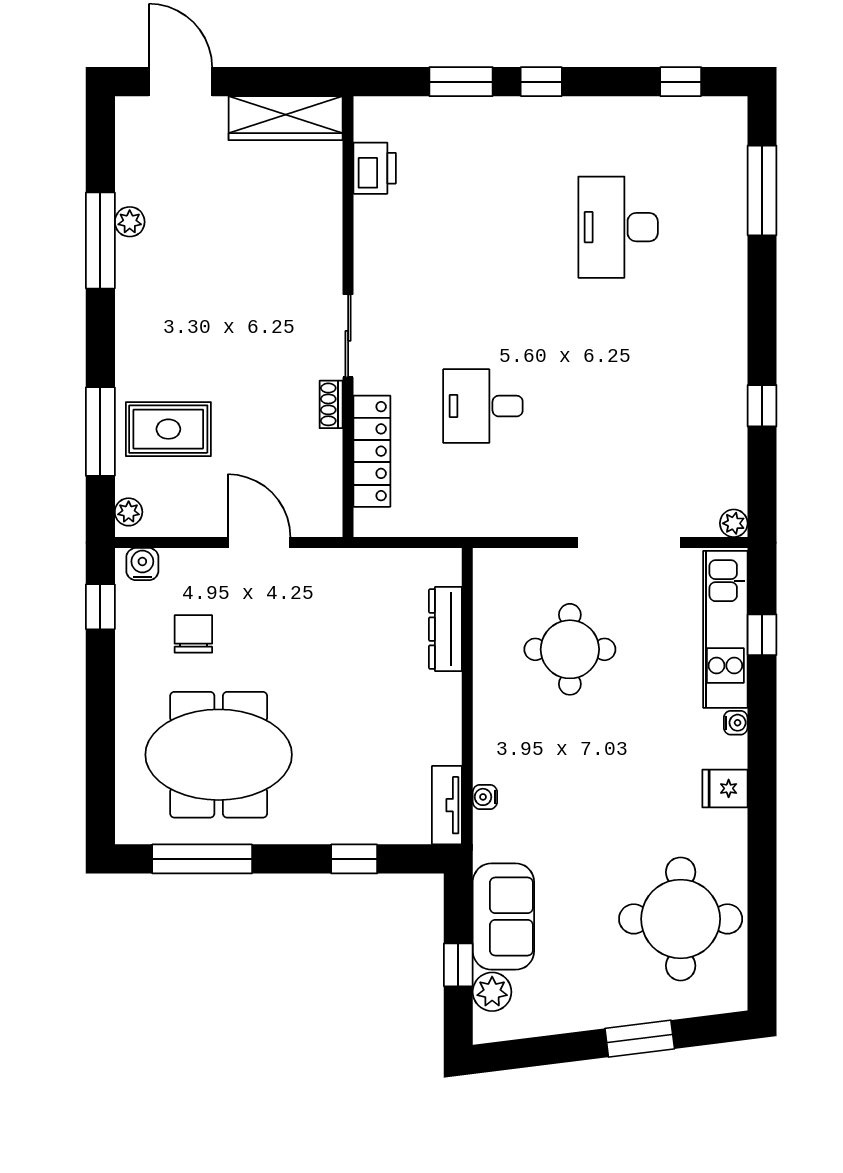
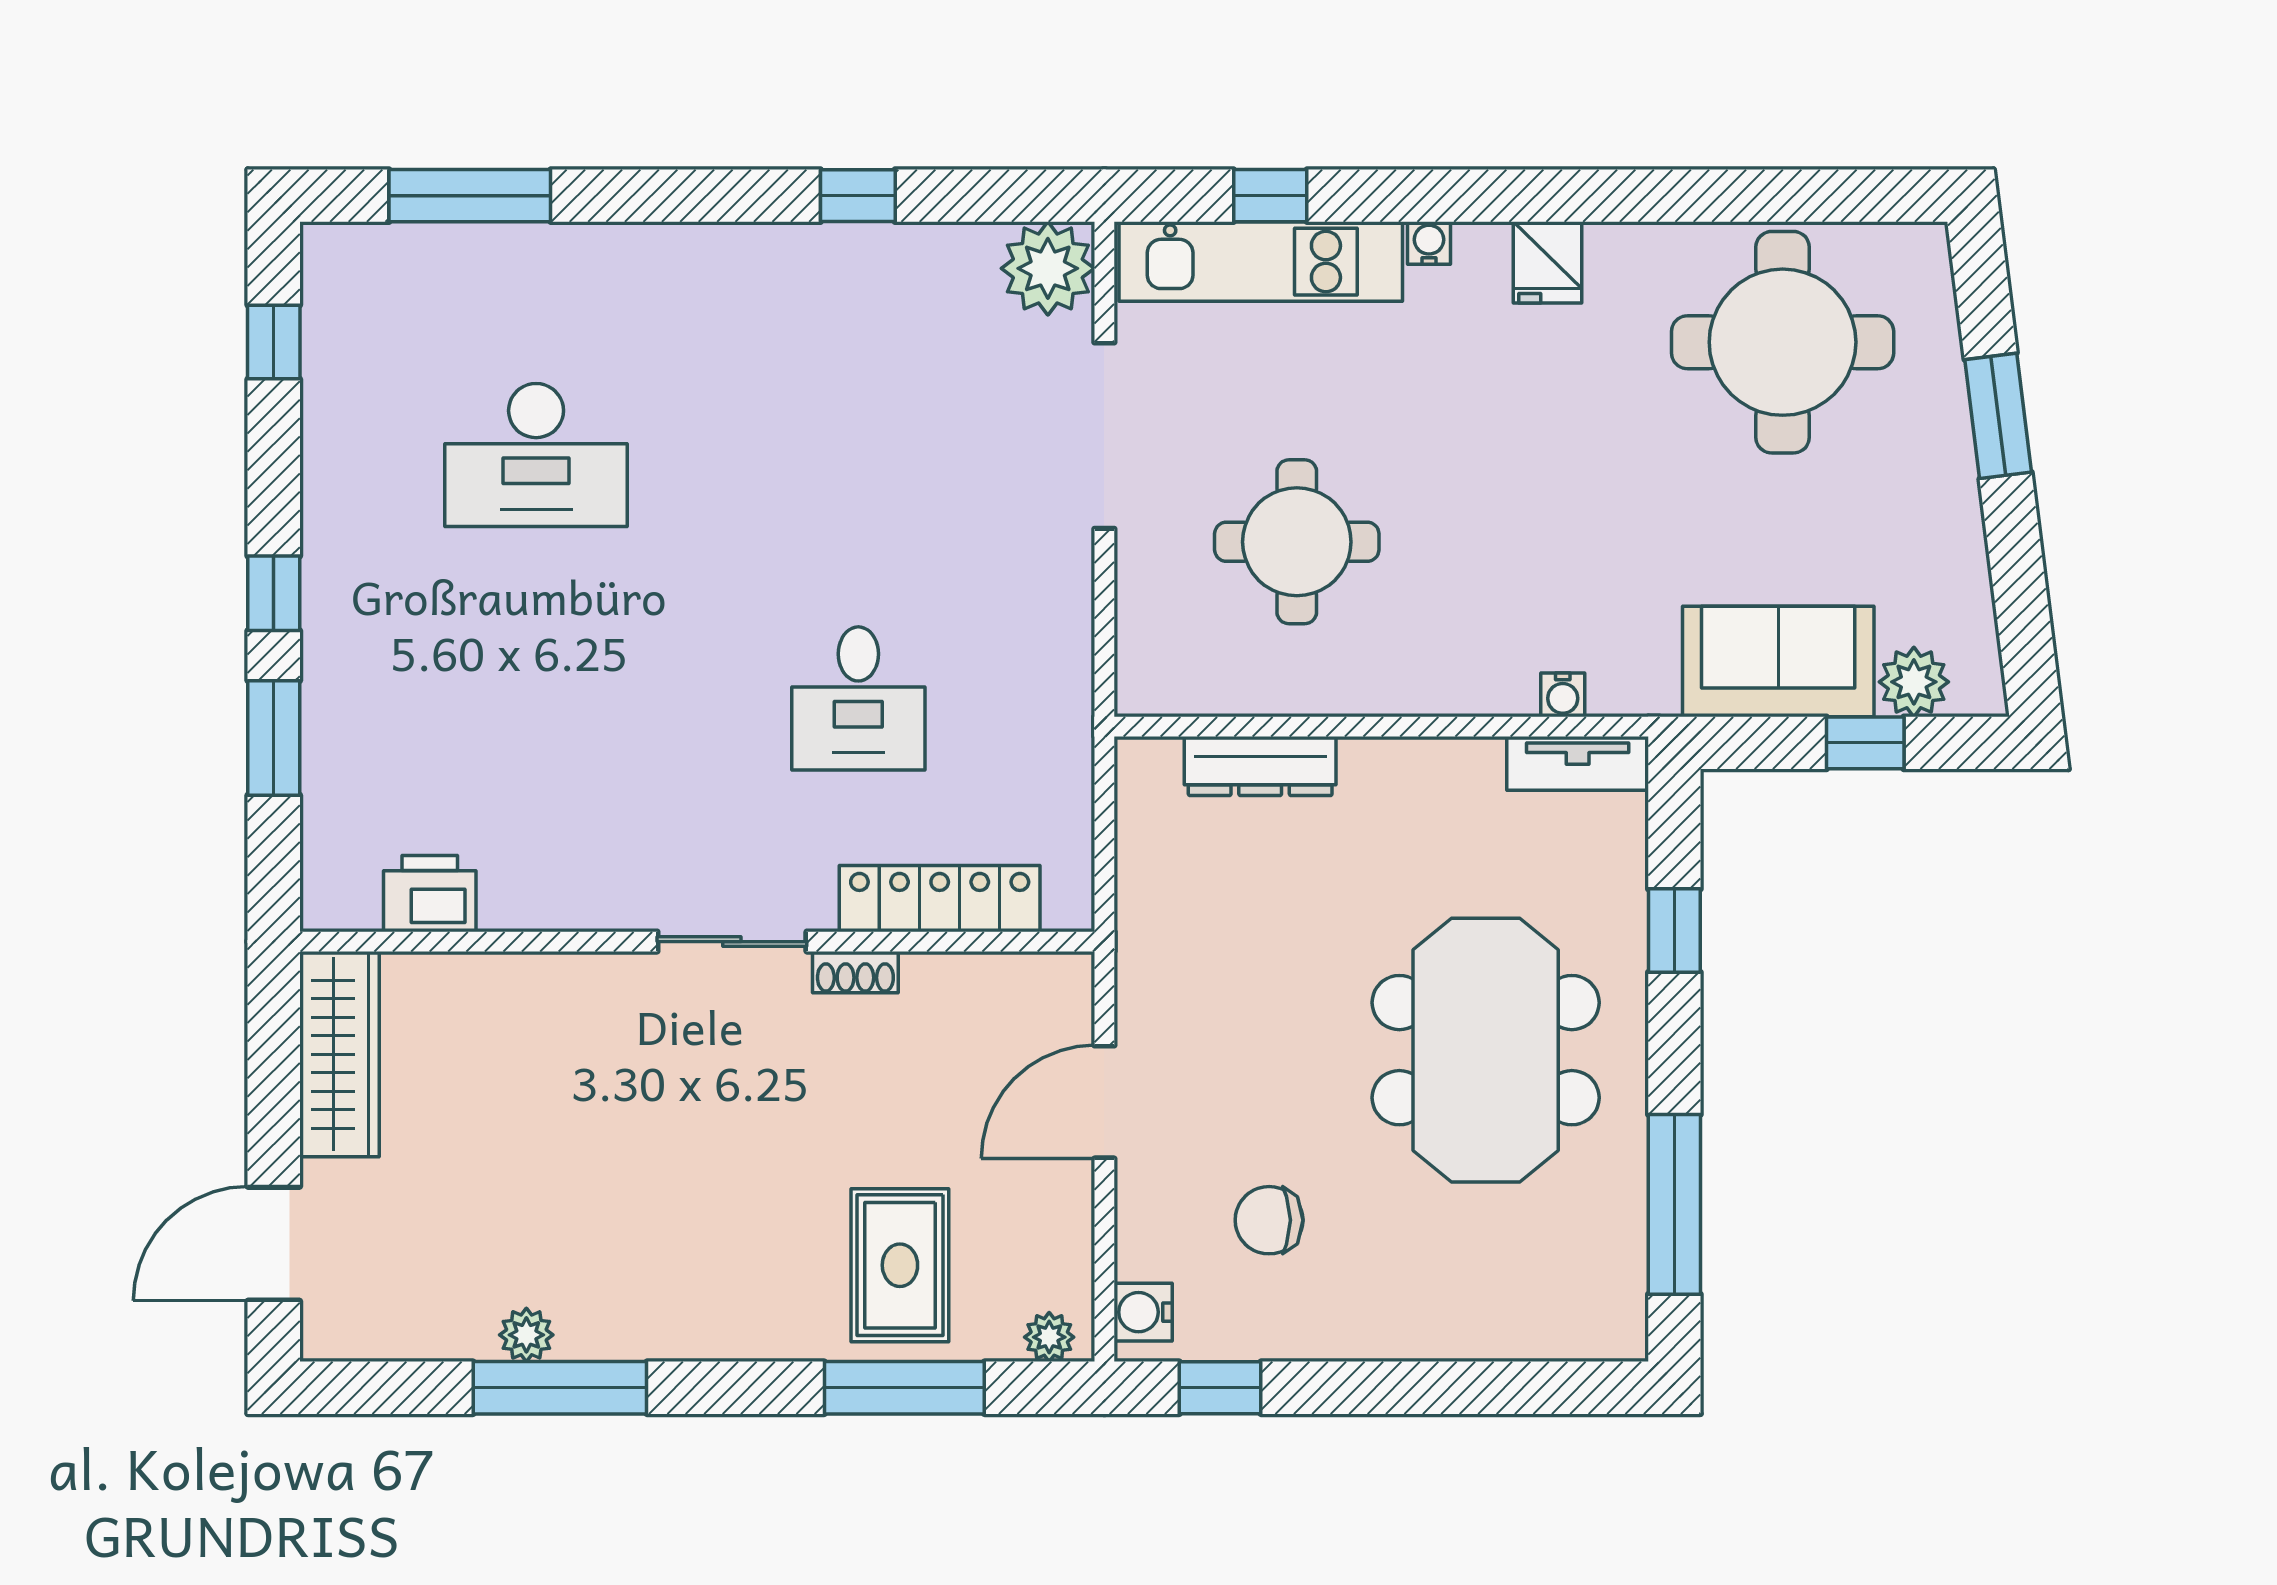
plant: (734, 523) -> (1048, 268), width x1.88, depth x1.88
meeting table: (219, 755) -> (1486, 1050), moved

